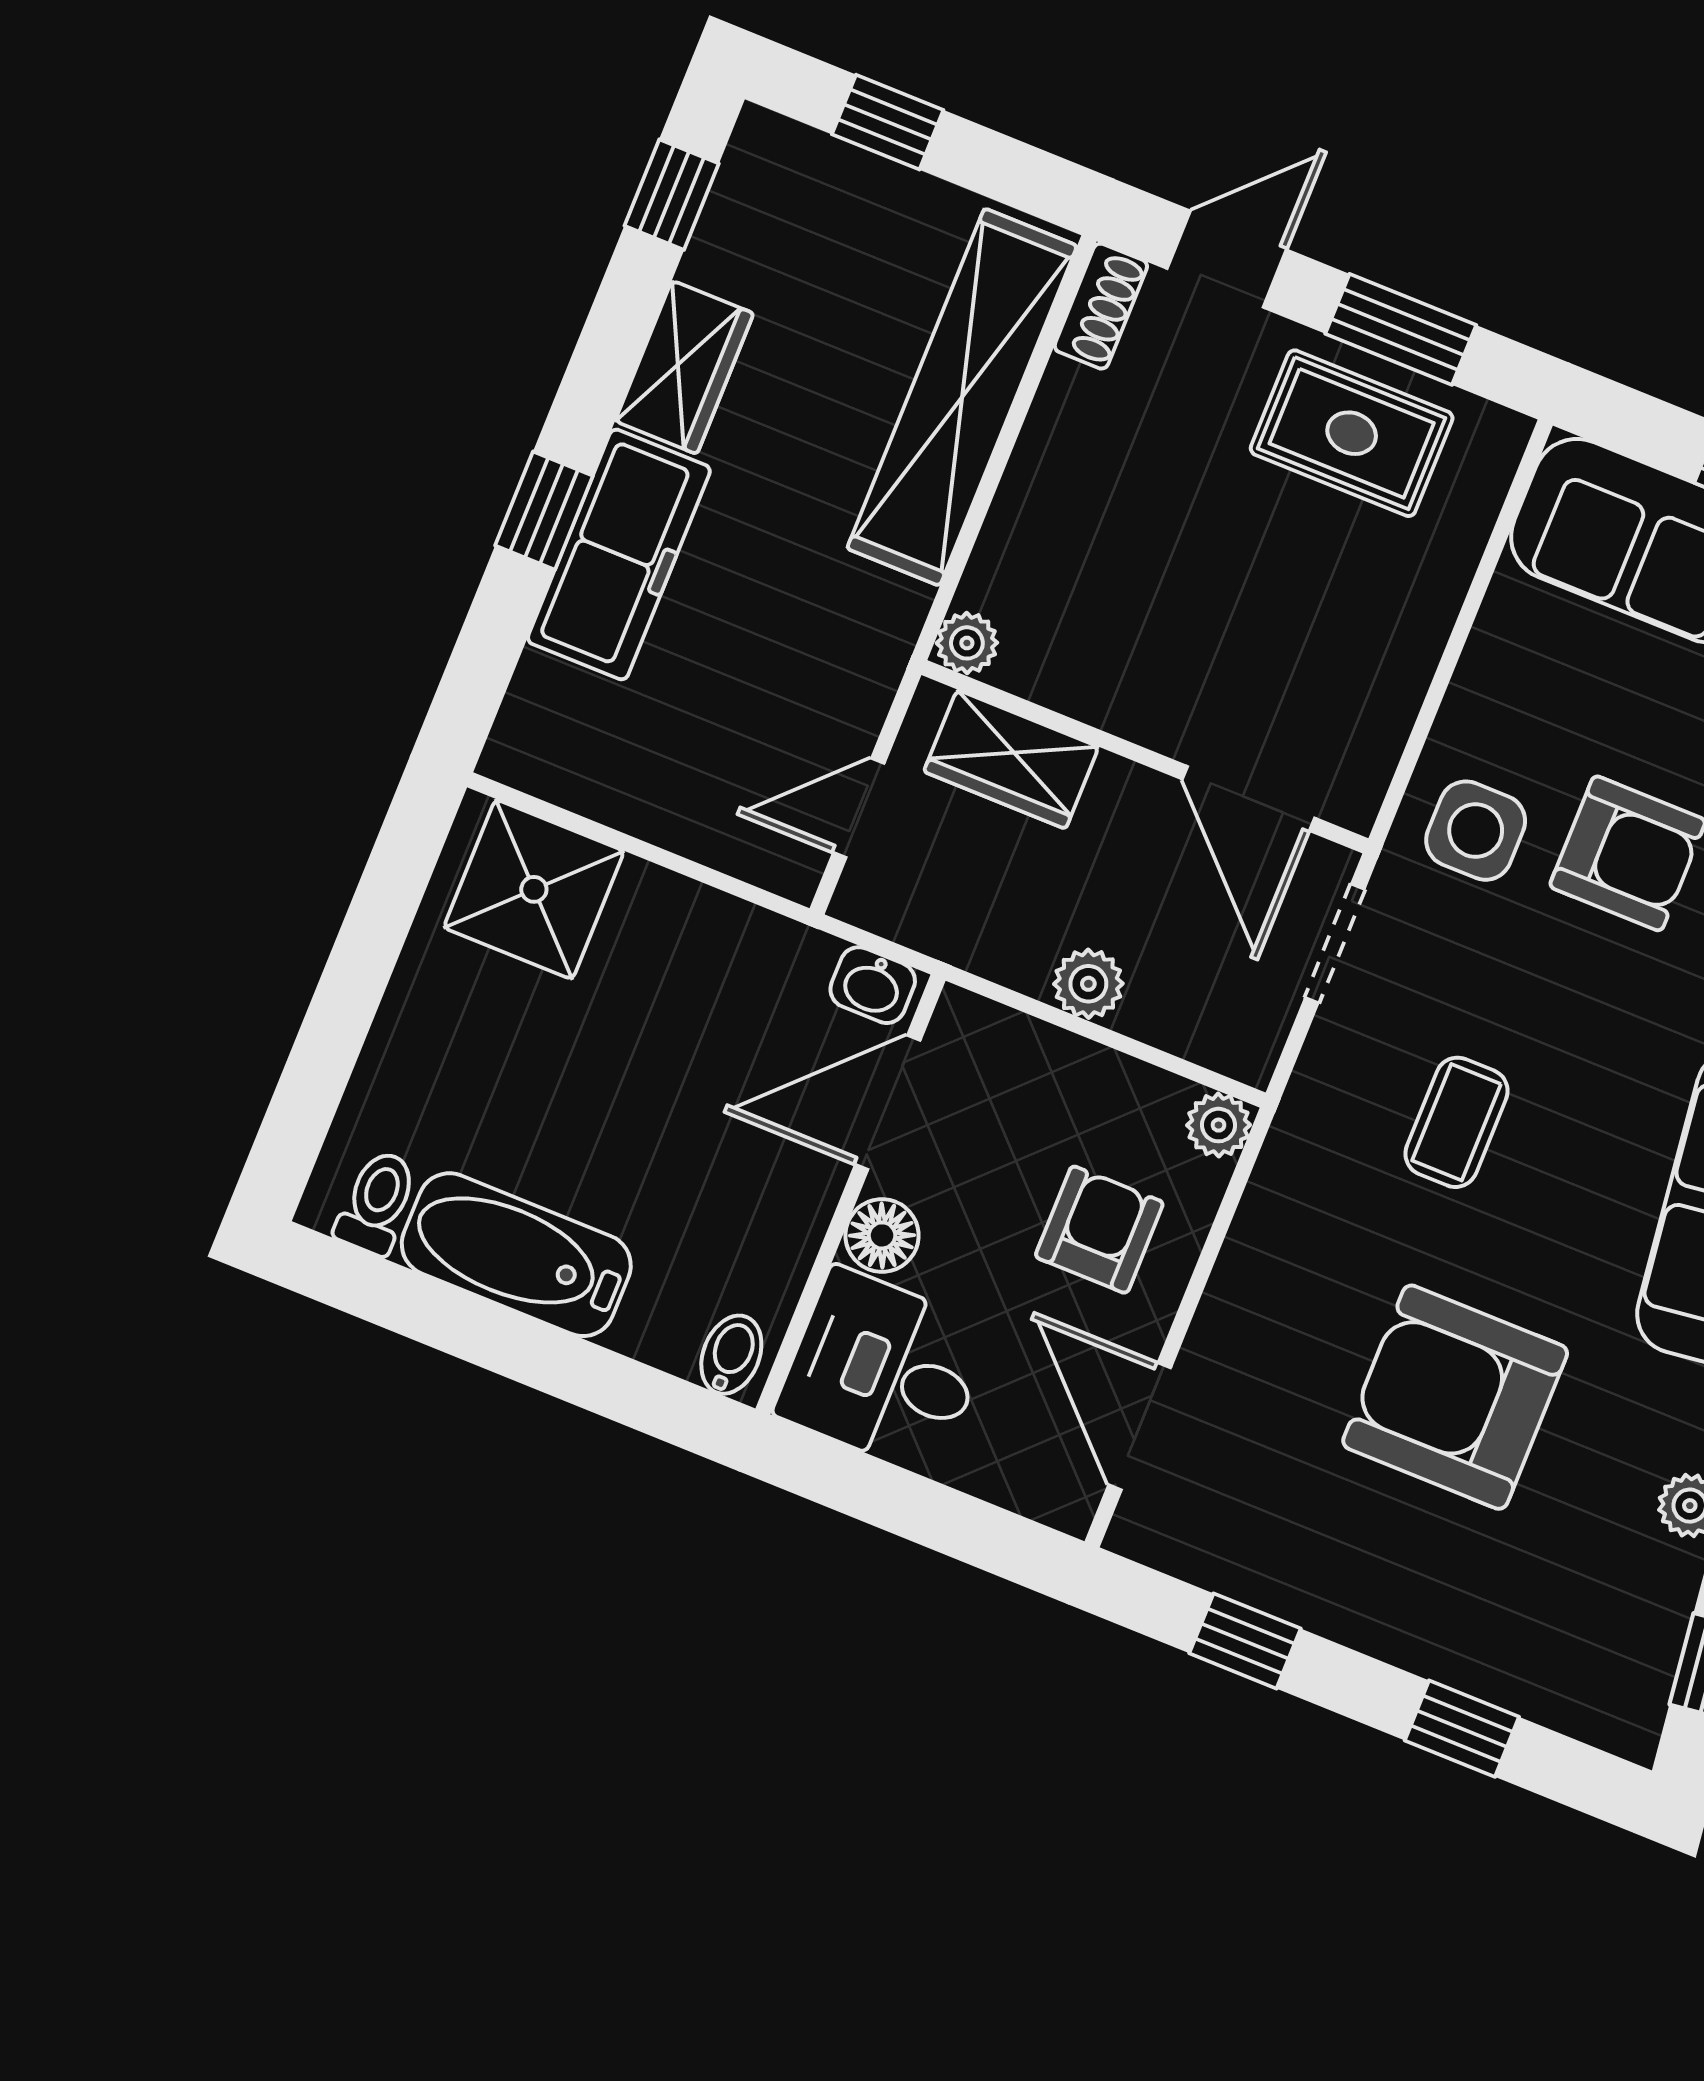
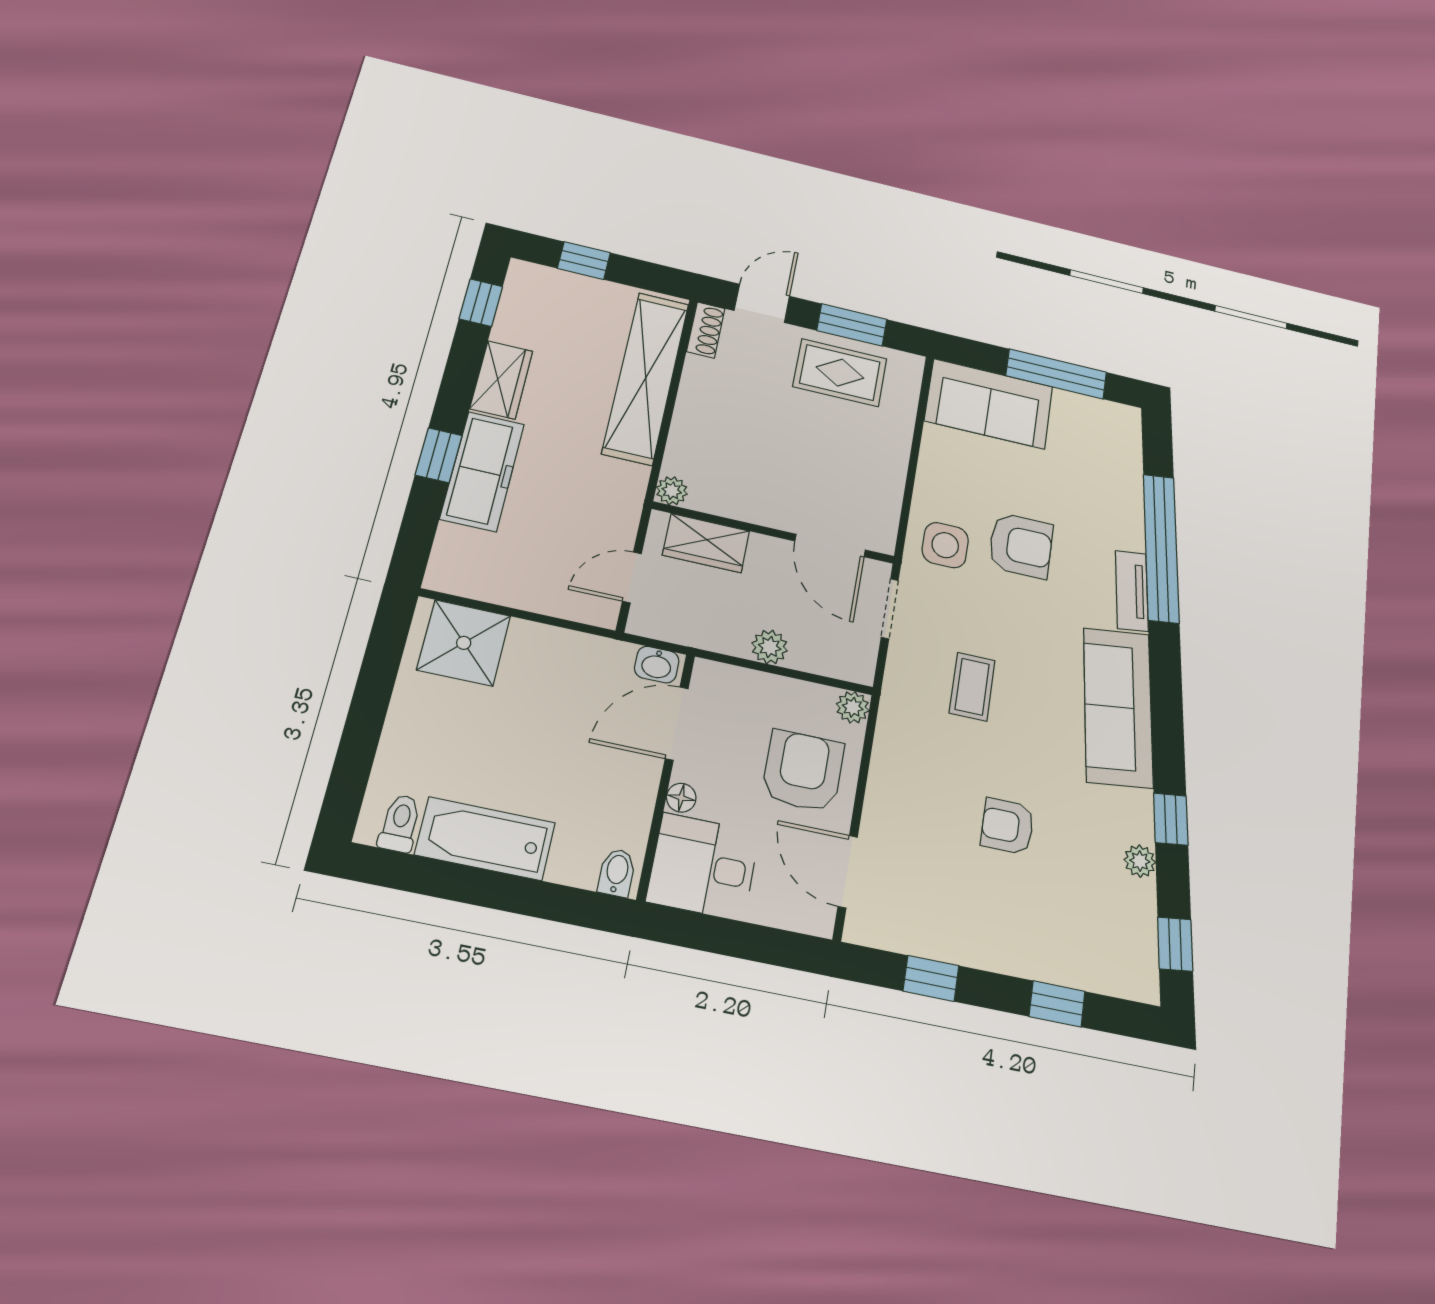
armchair: (1099, 1230) -> (803, 771), width x1.38, depth x1.38
floor lamp: (882, 1235) -> (681, 798), width x0.73, depth x0.73
armchair: (1455, 1397) -> (1007, 826), width x0.53, depth x0.53

